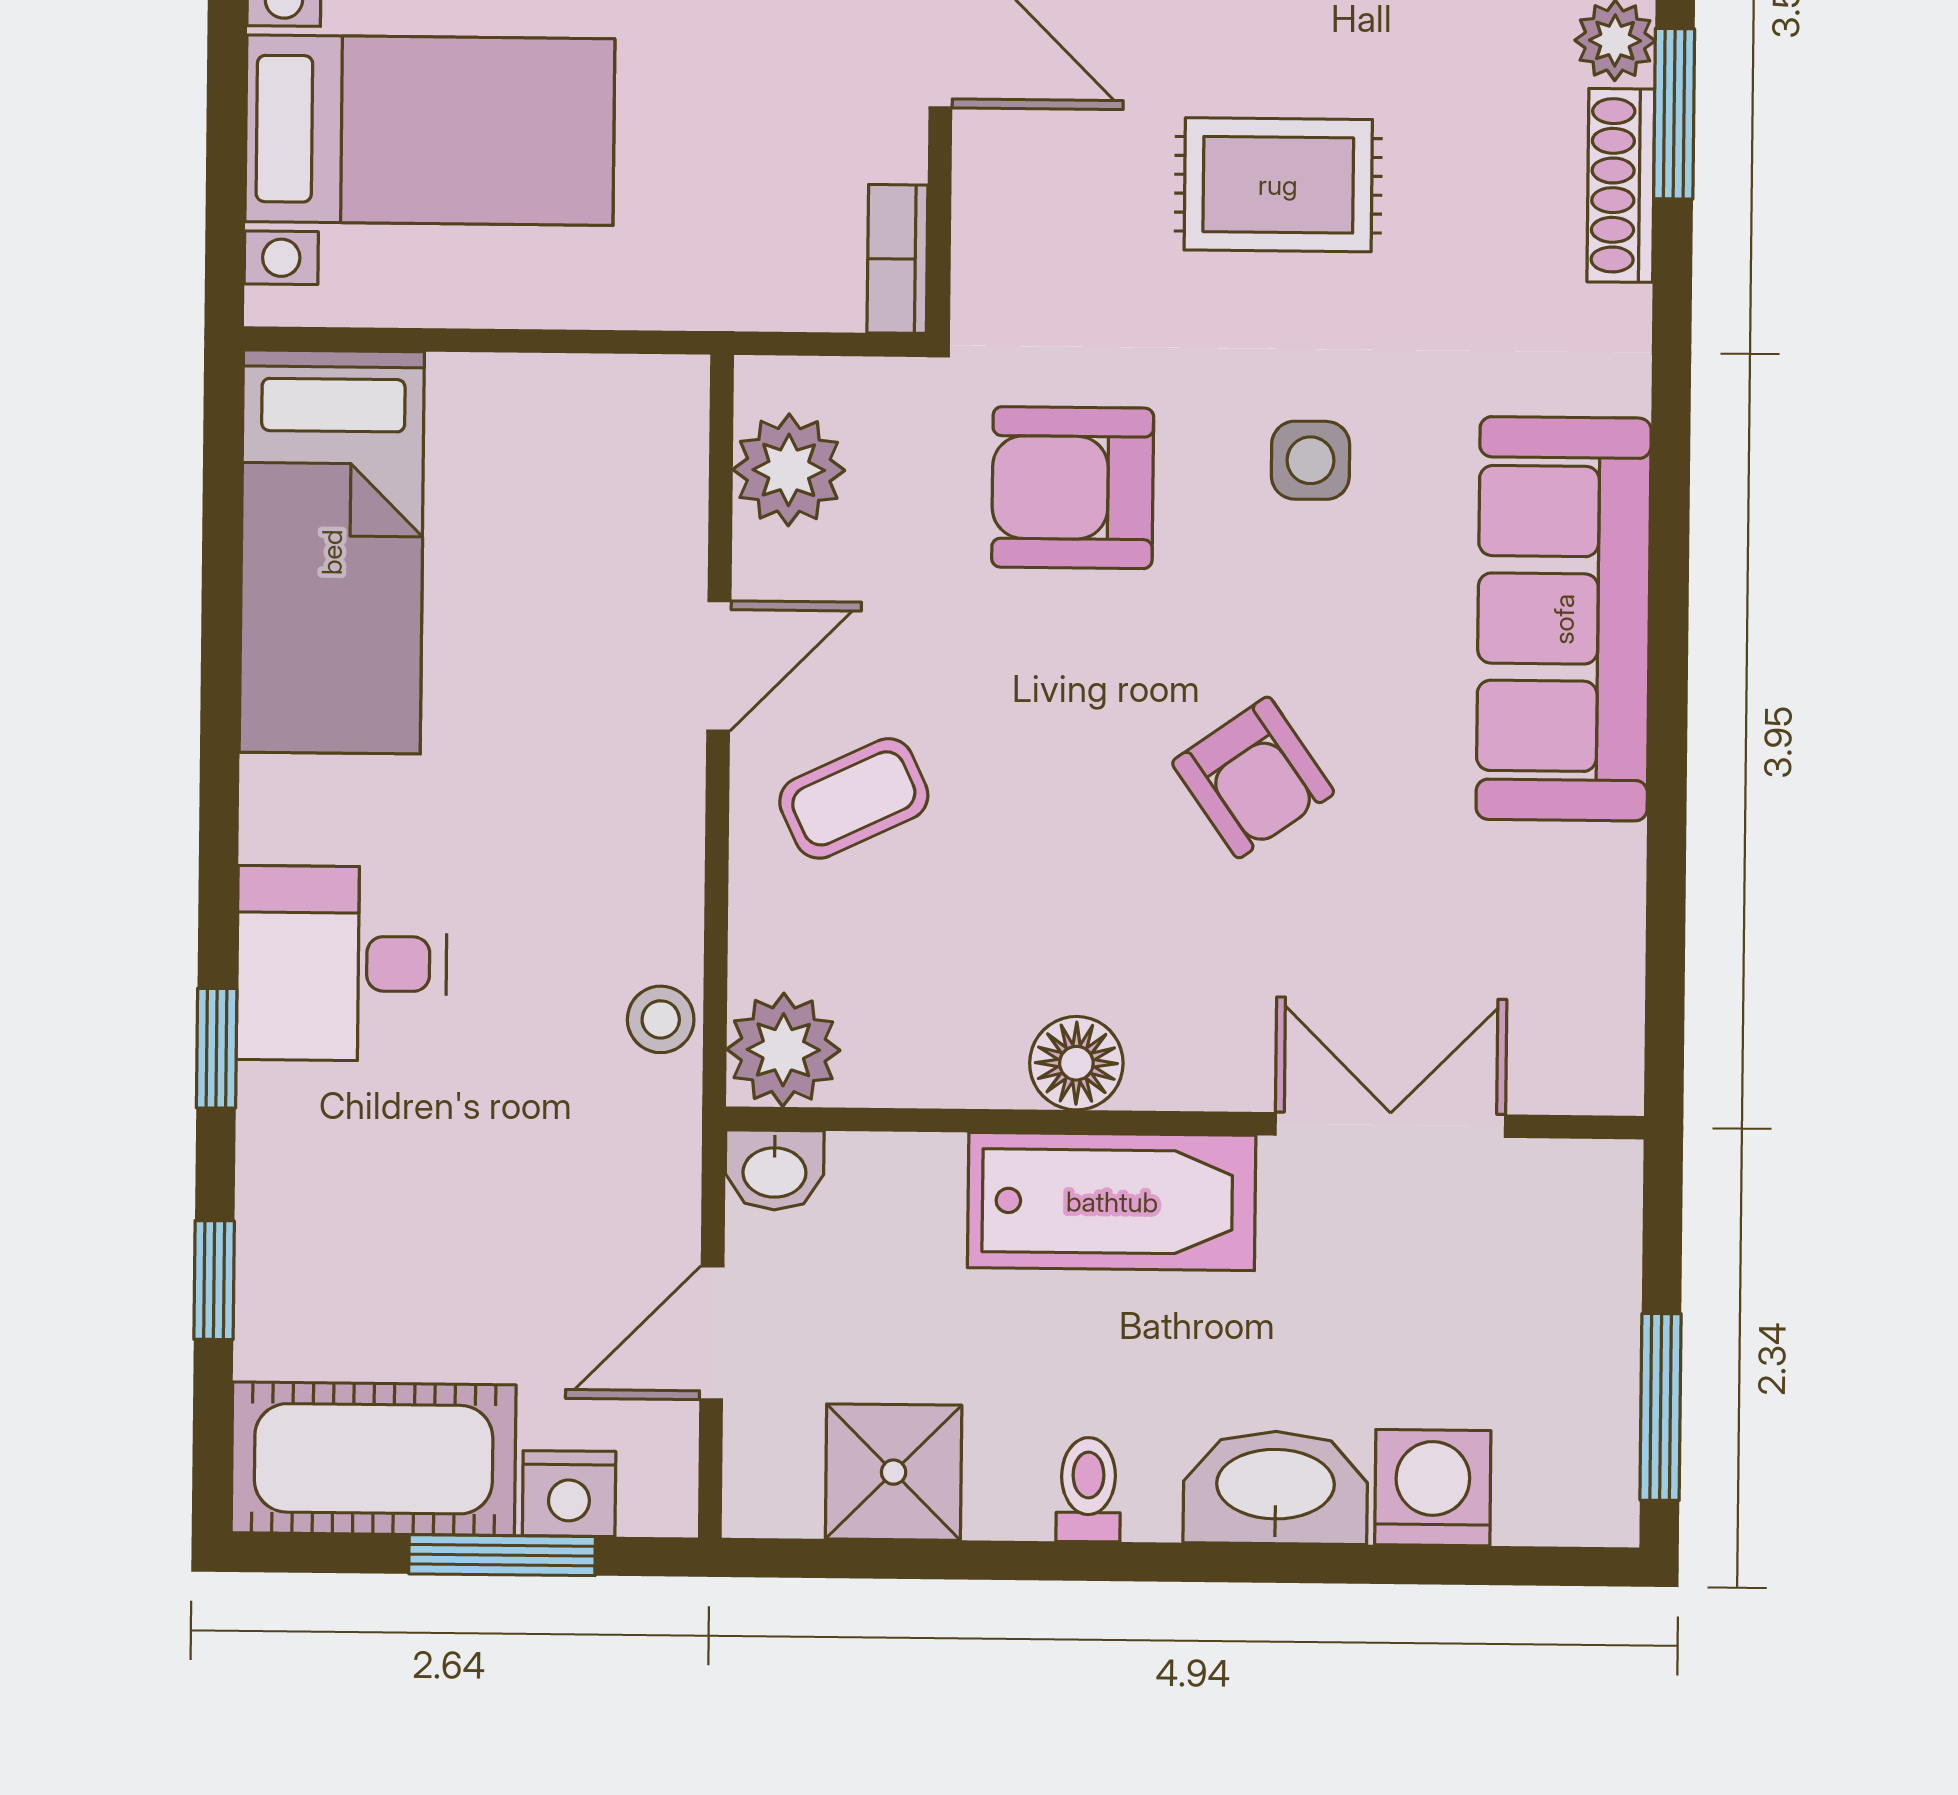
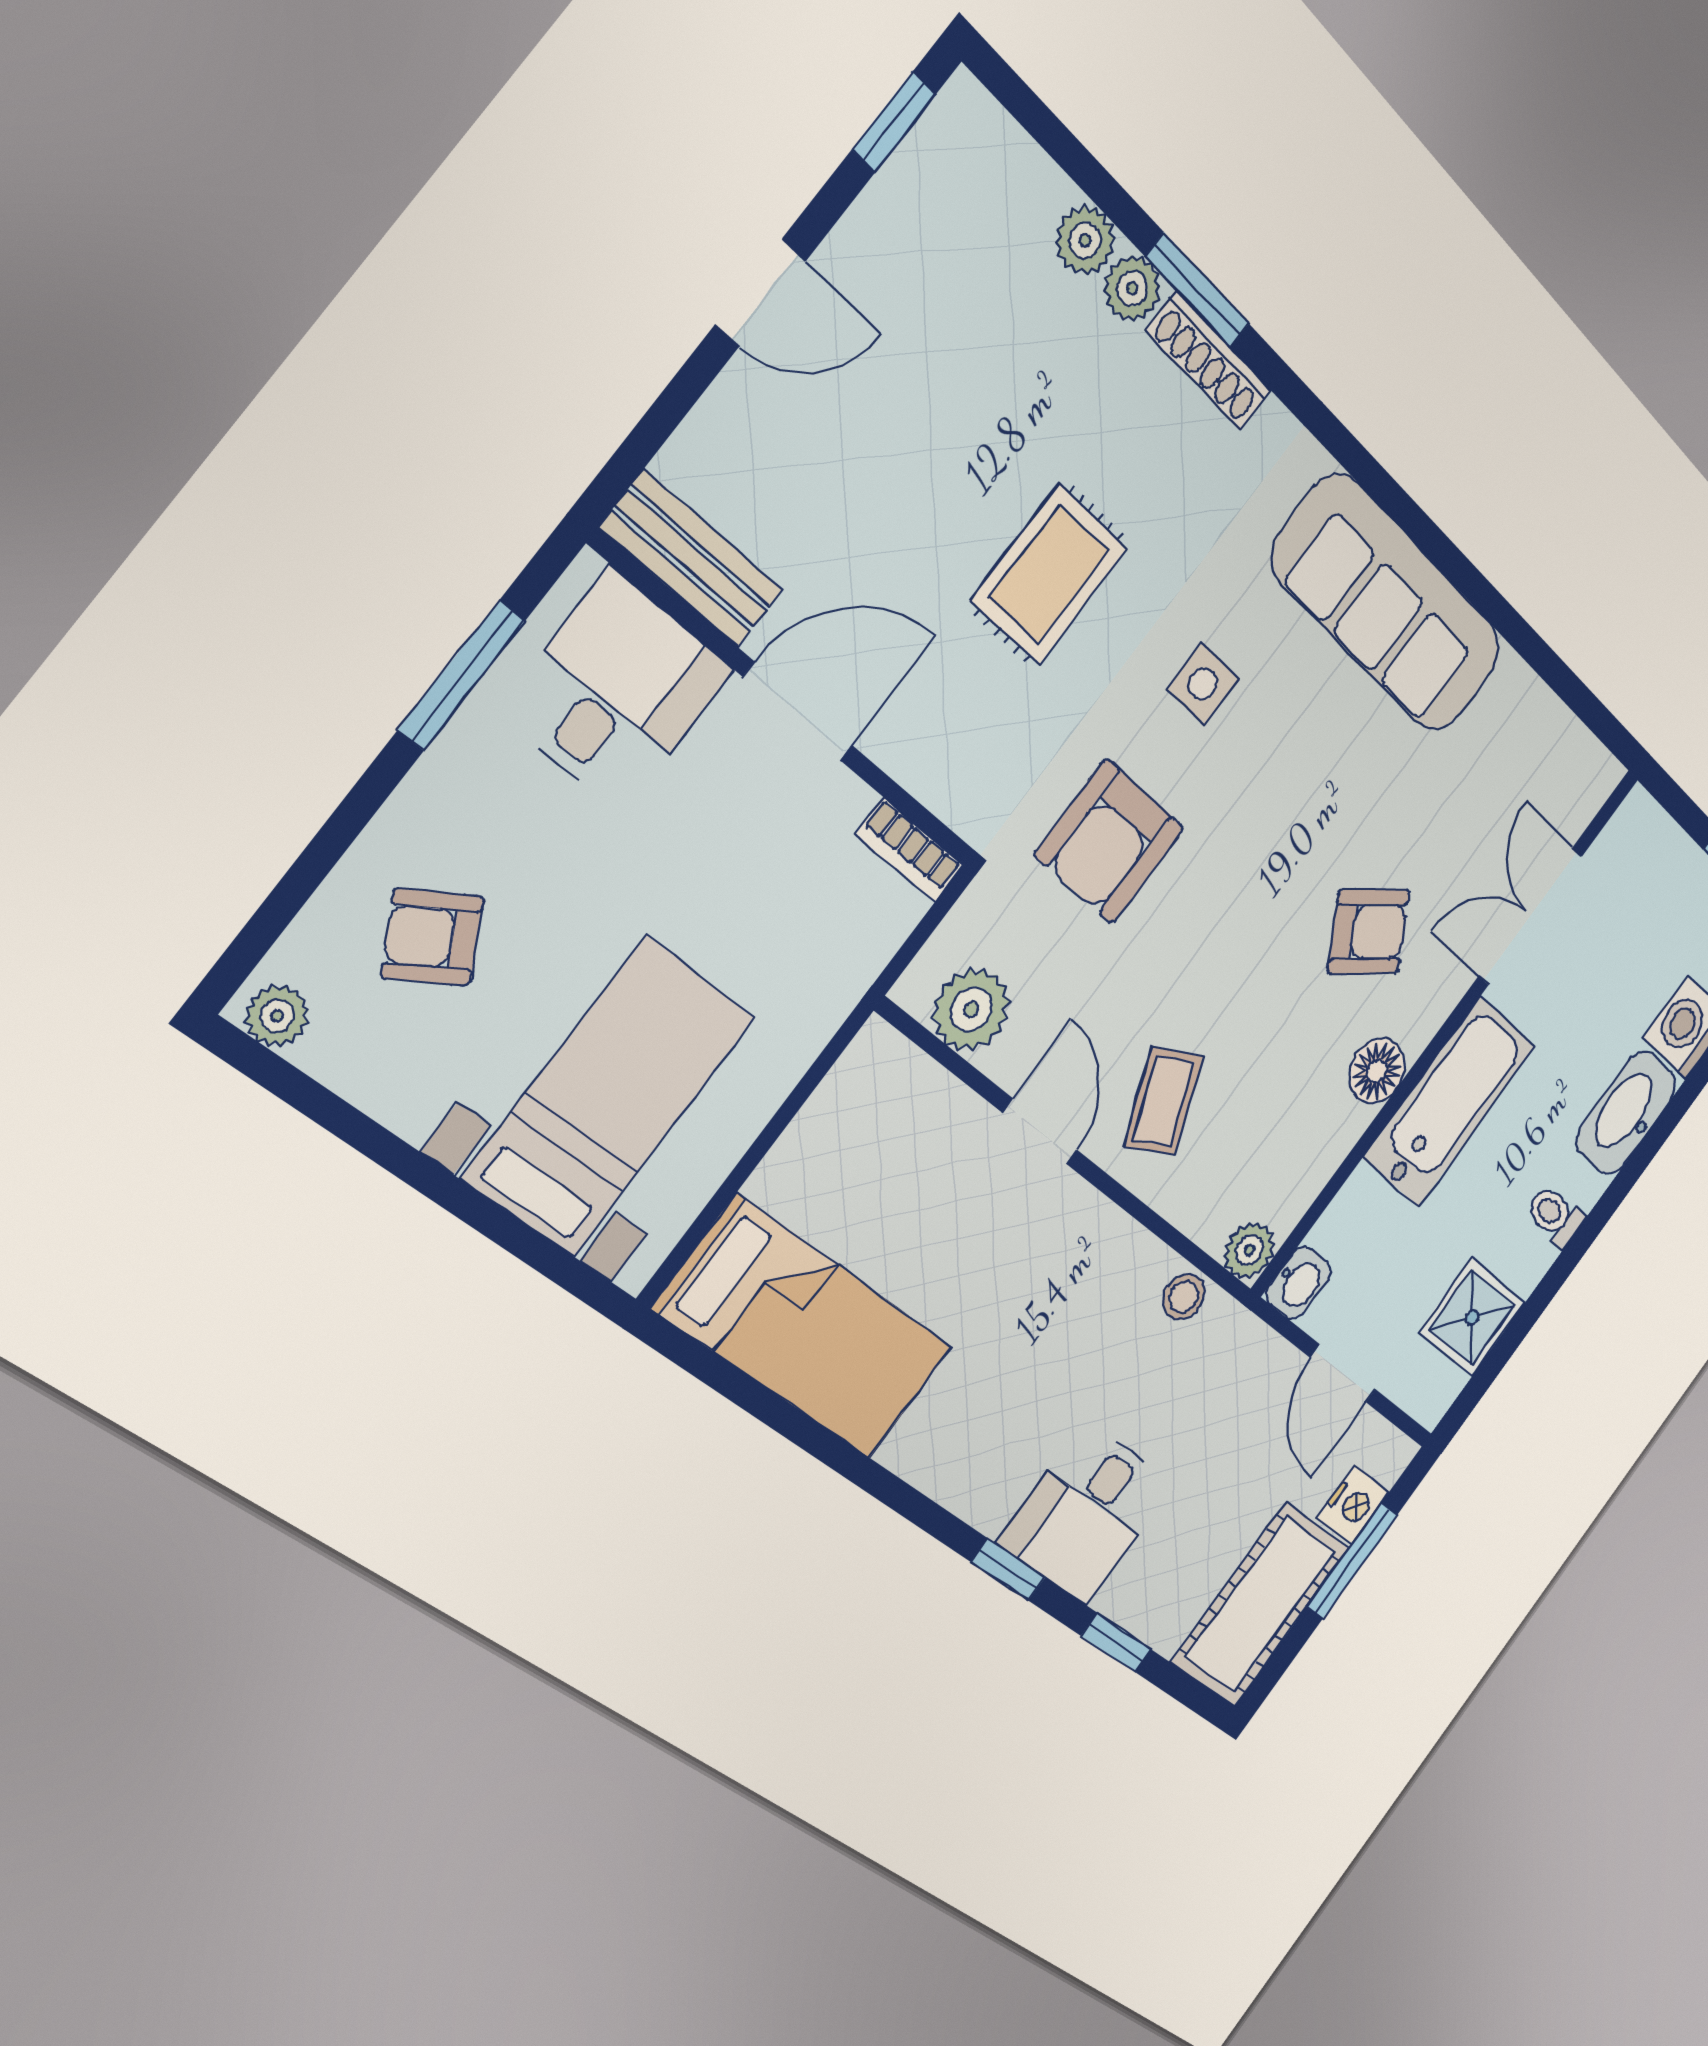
armchair: (1253, 777) -> (1369, 932), moved
desk: (342, 963) -> (1086, 1513), moved
plant: (783, 1050) -> (1249, 1250), width x0.73, depth x0.73

